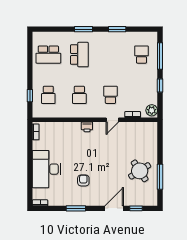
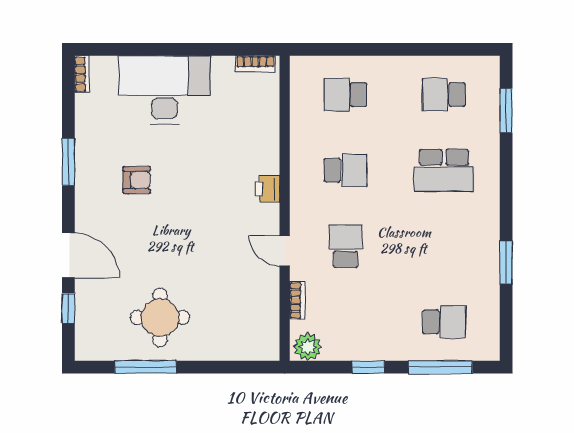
window: (84, 29) -> (506, 110), moved
school desk: (48, 55) -> (444, 95), width x0.54
school desk: (79, 95) -> (346, 170), turned 180
school desk: (110, 95) -> (346, 246), turned -90
window: (30, 96) -> (344, 49), removed
round table: (140, 171) -> (160, 317), turned 33

